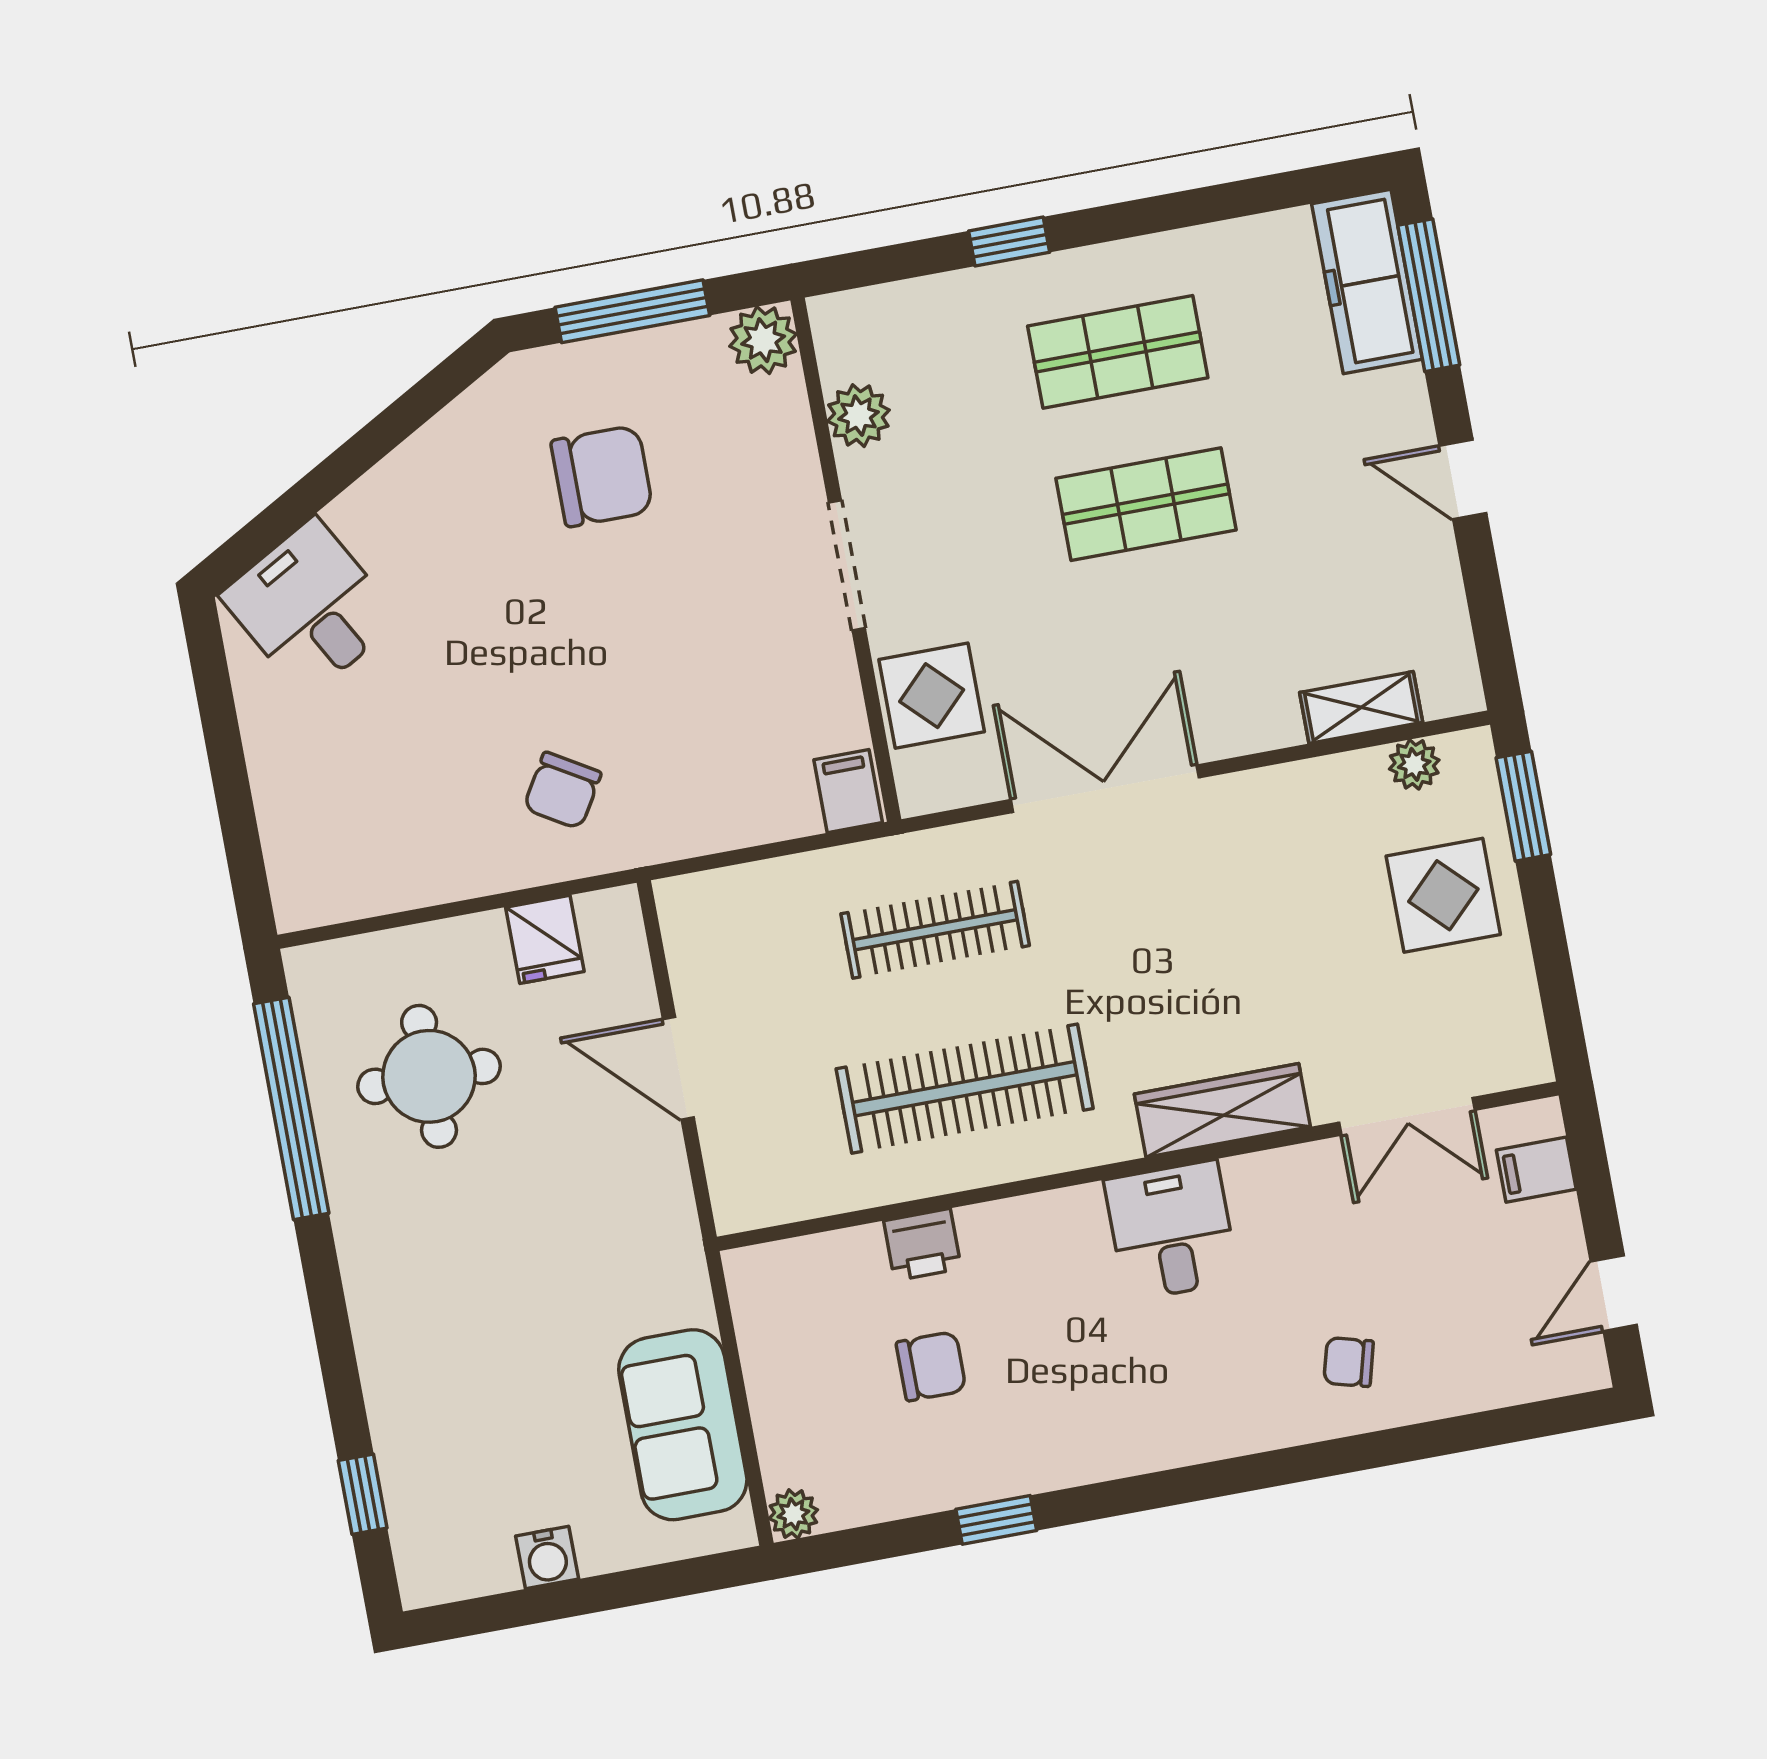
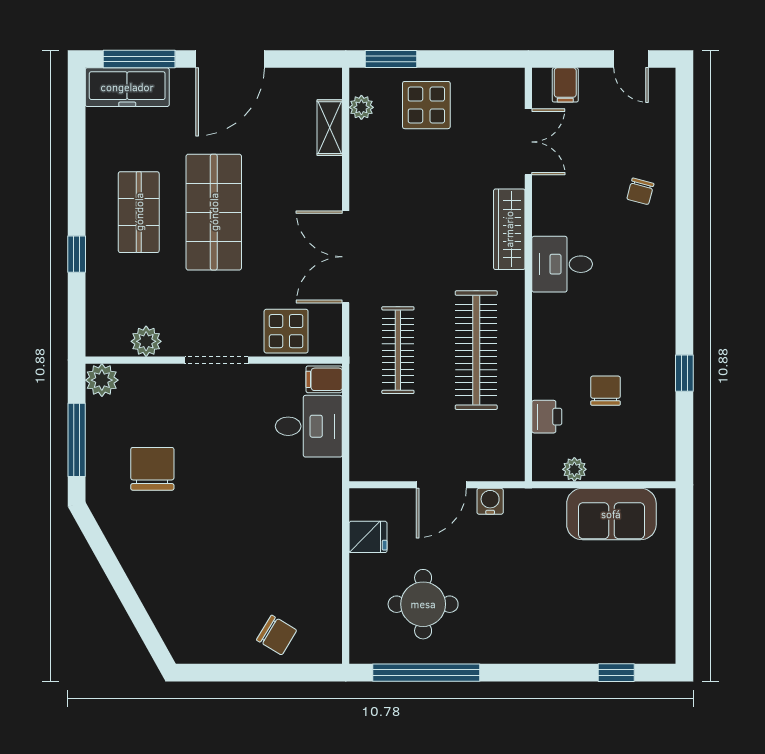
door: (1463, 480) -> (230, 59), width x1.88
shop shelf: (1146, 504) -> (214, 212), width x1.43, depth x1.36
desk: (310, 607) -> (309, 426), moved, turned -151
chair: (562, 791) -> (277, 635), moved
printer: (922, 1245) -> (547, 417), moved
plant: (793, 1514) -> (574, 469), moved
water cooler: (547, 1557) -> (490, 501), moved, turned -90

